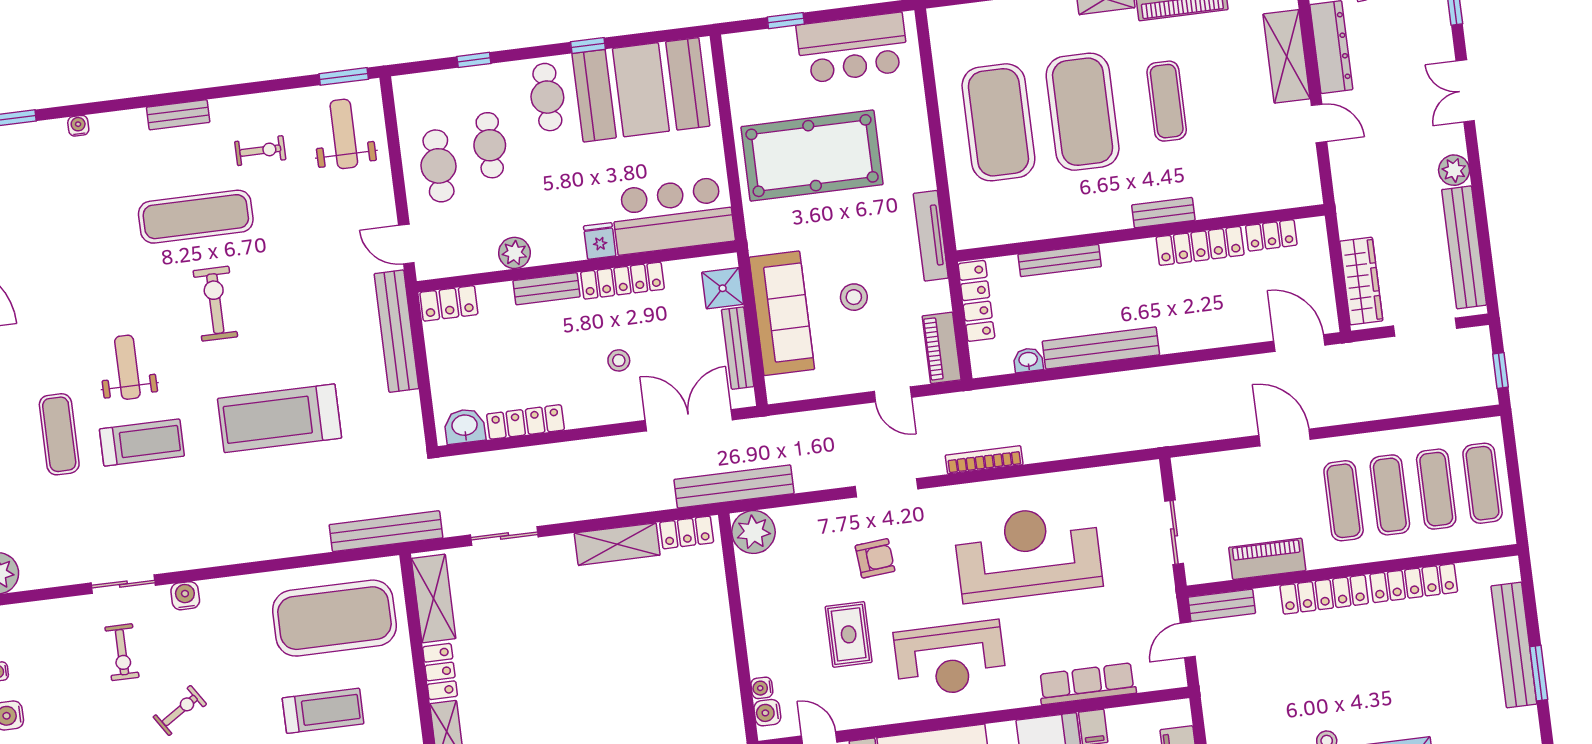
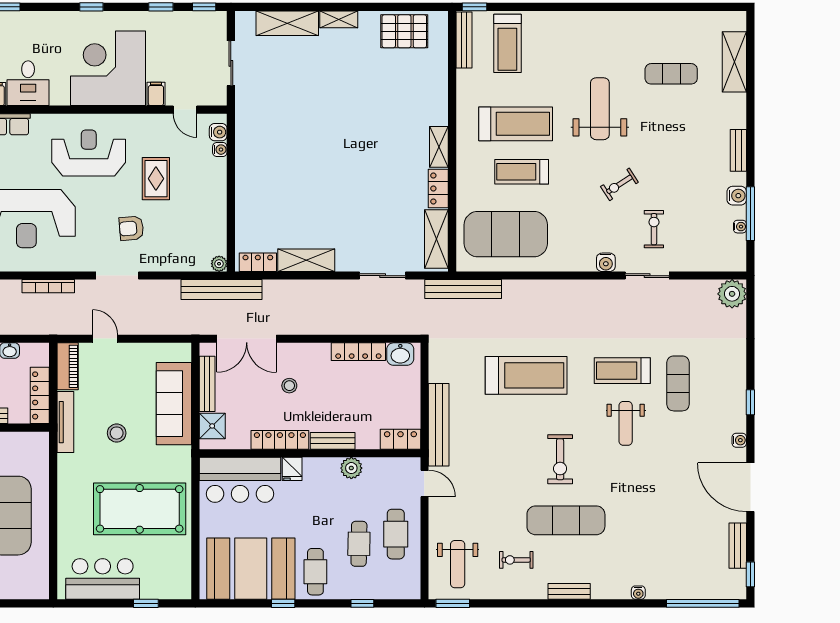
tv unit: (931, 236) -> (65, 422), moved
stool: (854, 297) -> (117, 433), moved
plant: (753, 532) -> (219, 264), width x0.53, depth x0.53

